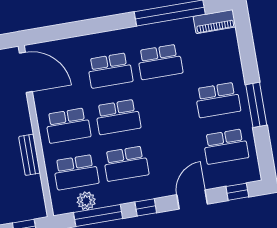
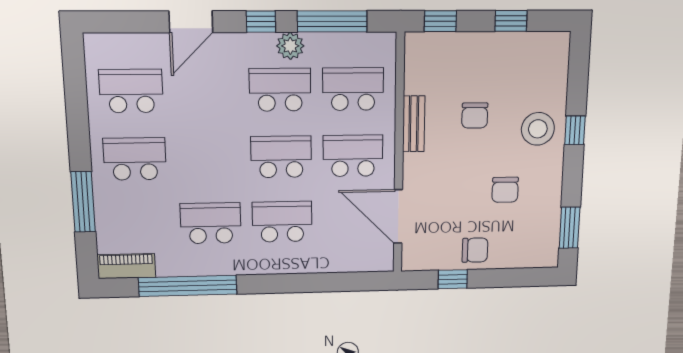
door: (26, 72) -> (398, 217), moved
window: (256, 105) -> (83, 202), moved
window: (237, 192) -> (122, 22), removed
plant: (86, 201) -> (290, 46), moved

